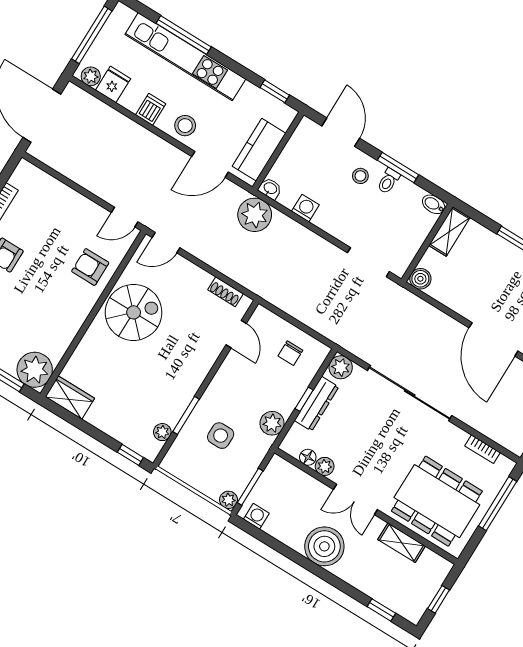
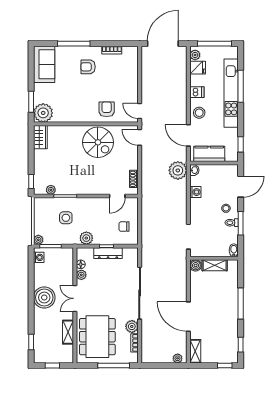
shelving: (449, 231) -> (215, 265), moved
door: (493, 339) -> (188, 317), hinge flipped
plant: (341, 367) -> (132, 326), moved

